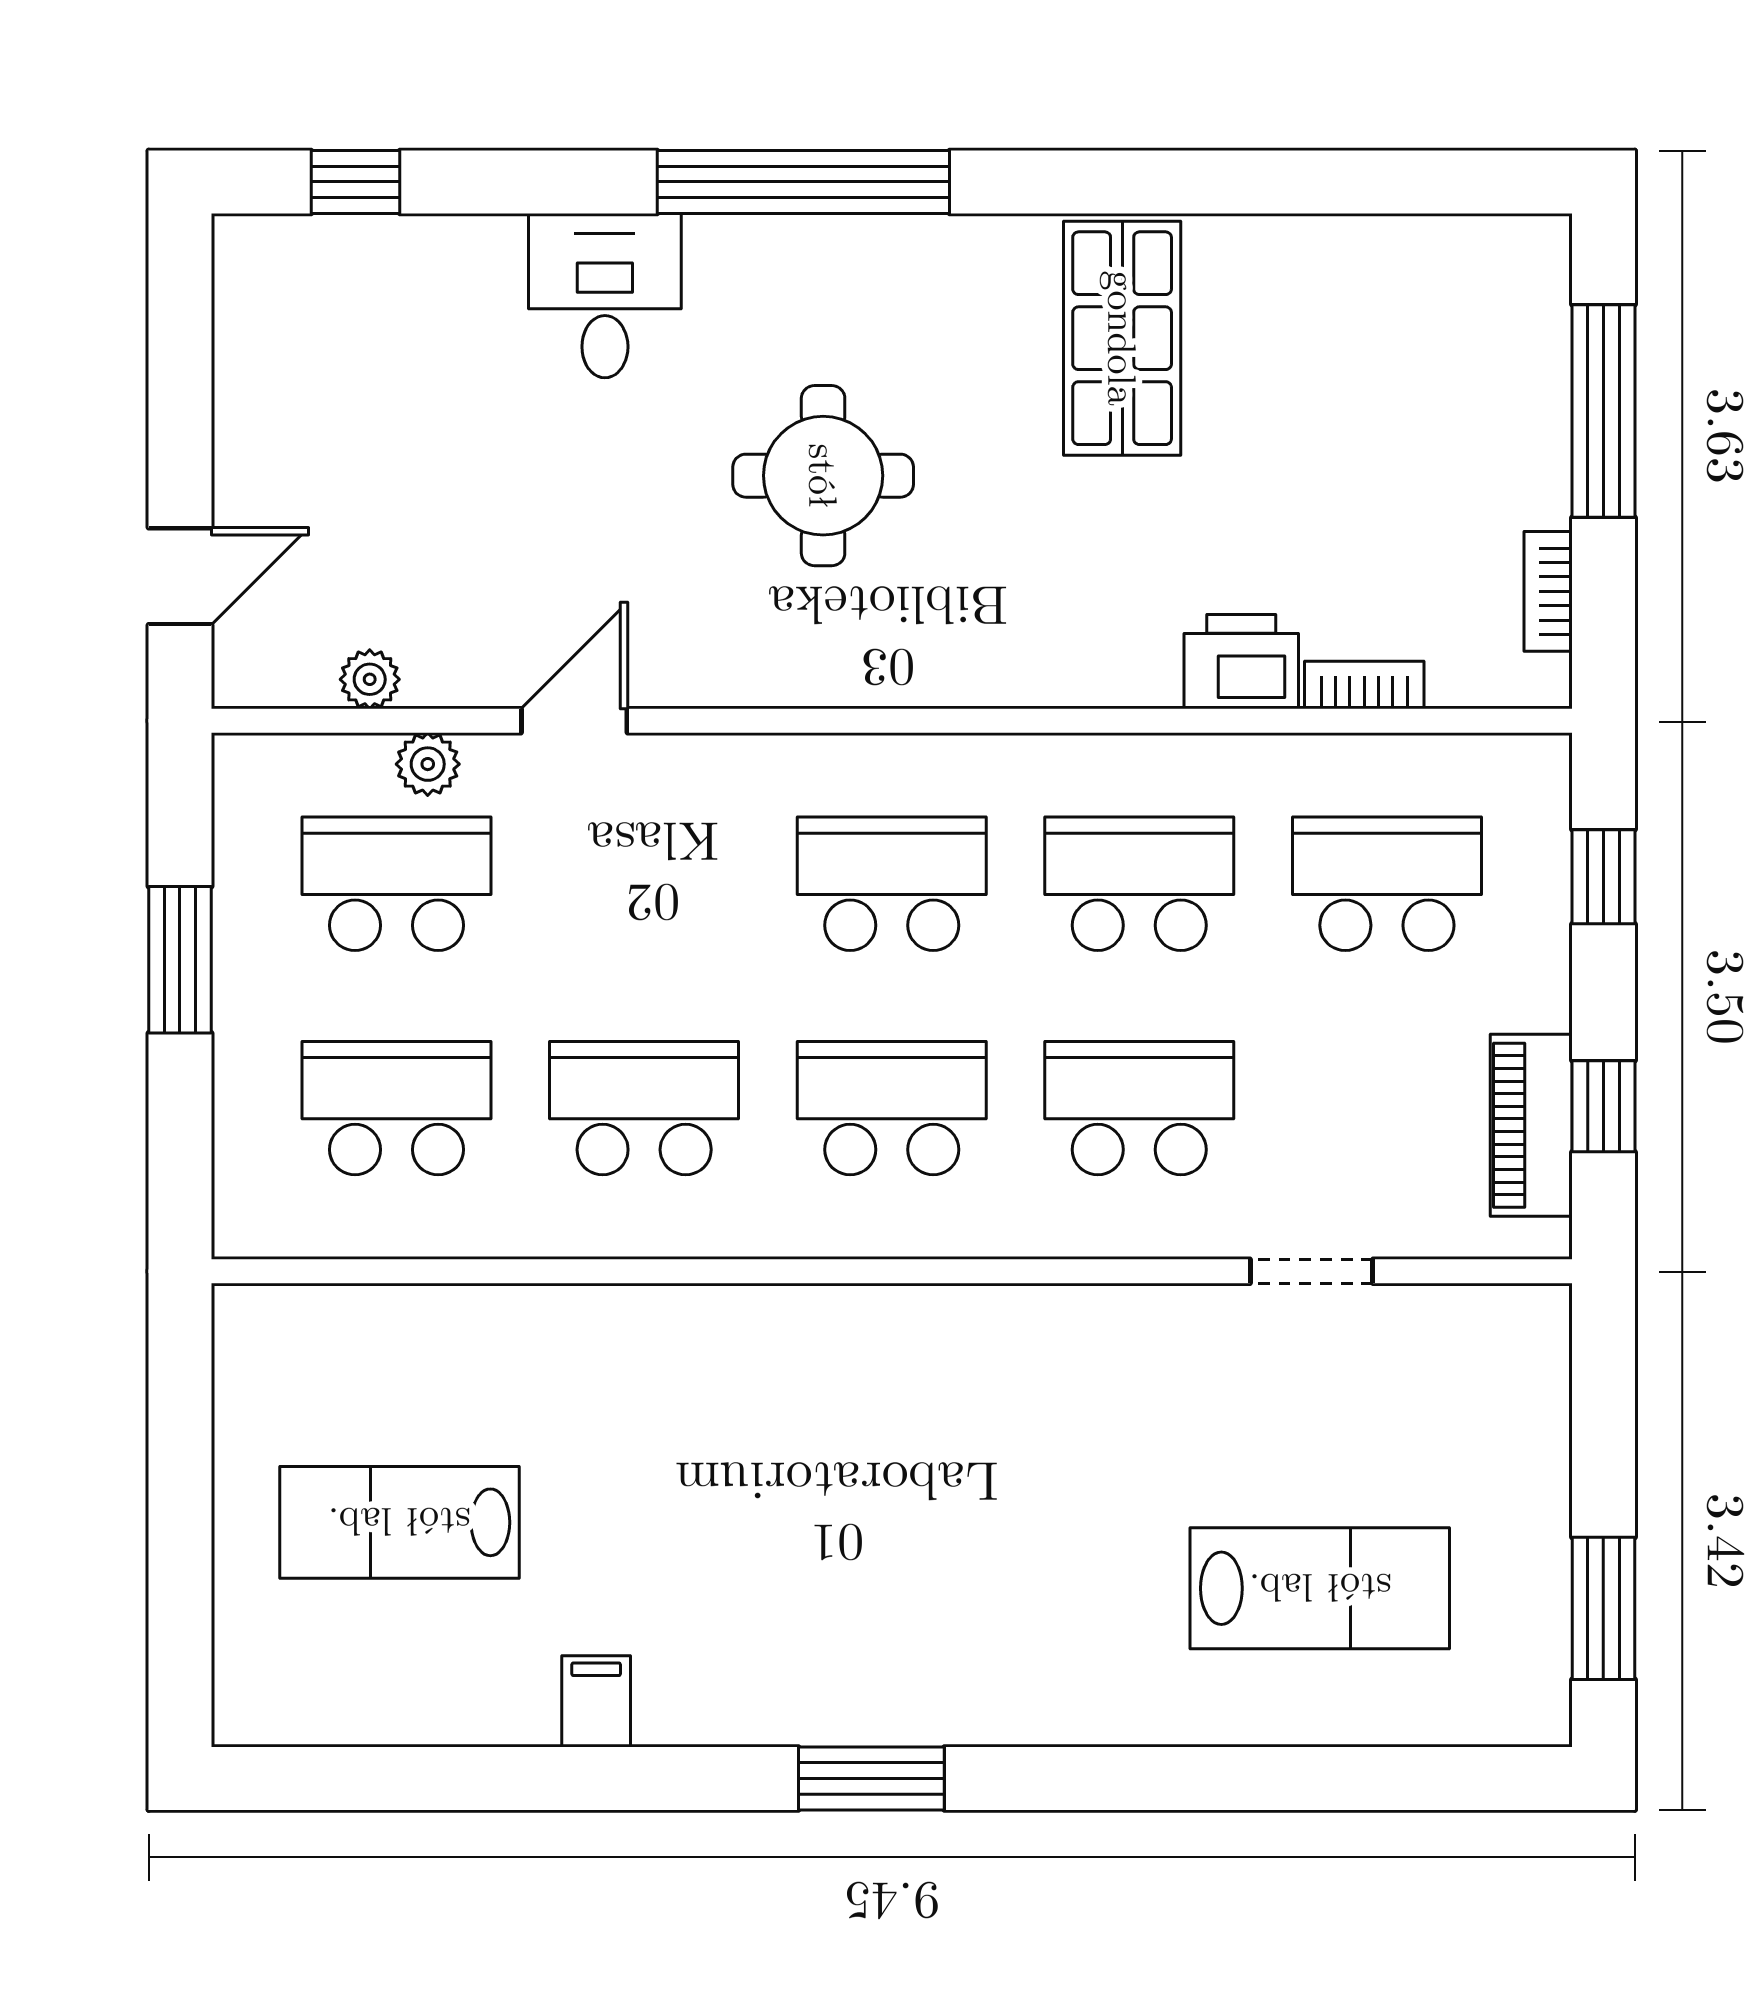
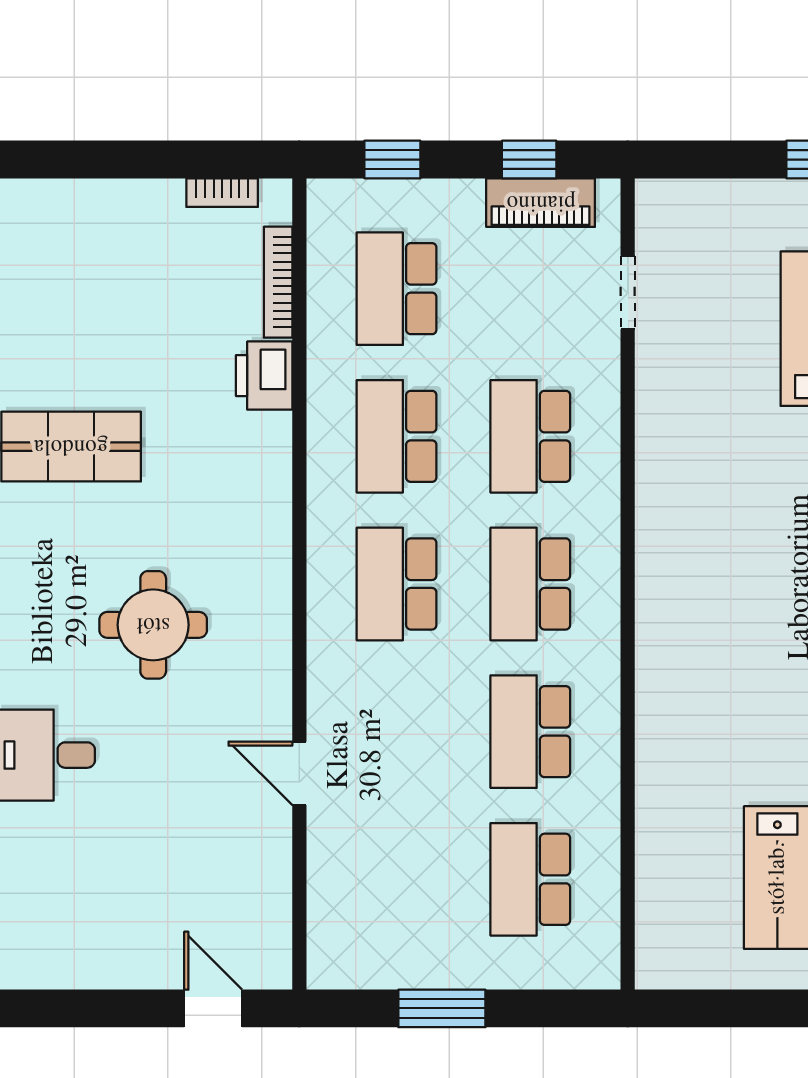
window: (1603, 411) -> (115, 160), removed
plant: (370, 679) -> (275, 895), removed
bookcase: (1364, 685) -> (278, 282), width x1.56
plant: (428, 764) -> (325, 861), removed
school desk: (397, 884) -> (397, 879), removed
doorway: (1312, 1271) -> (628, 293), moved

